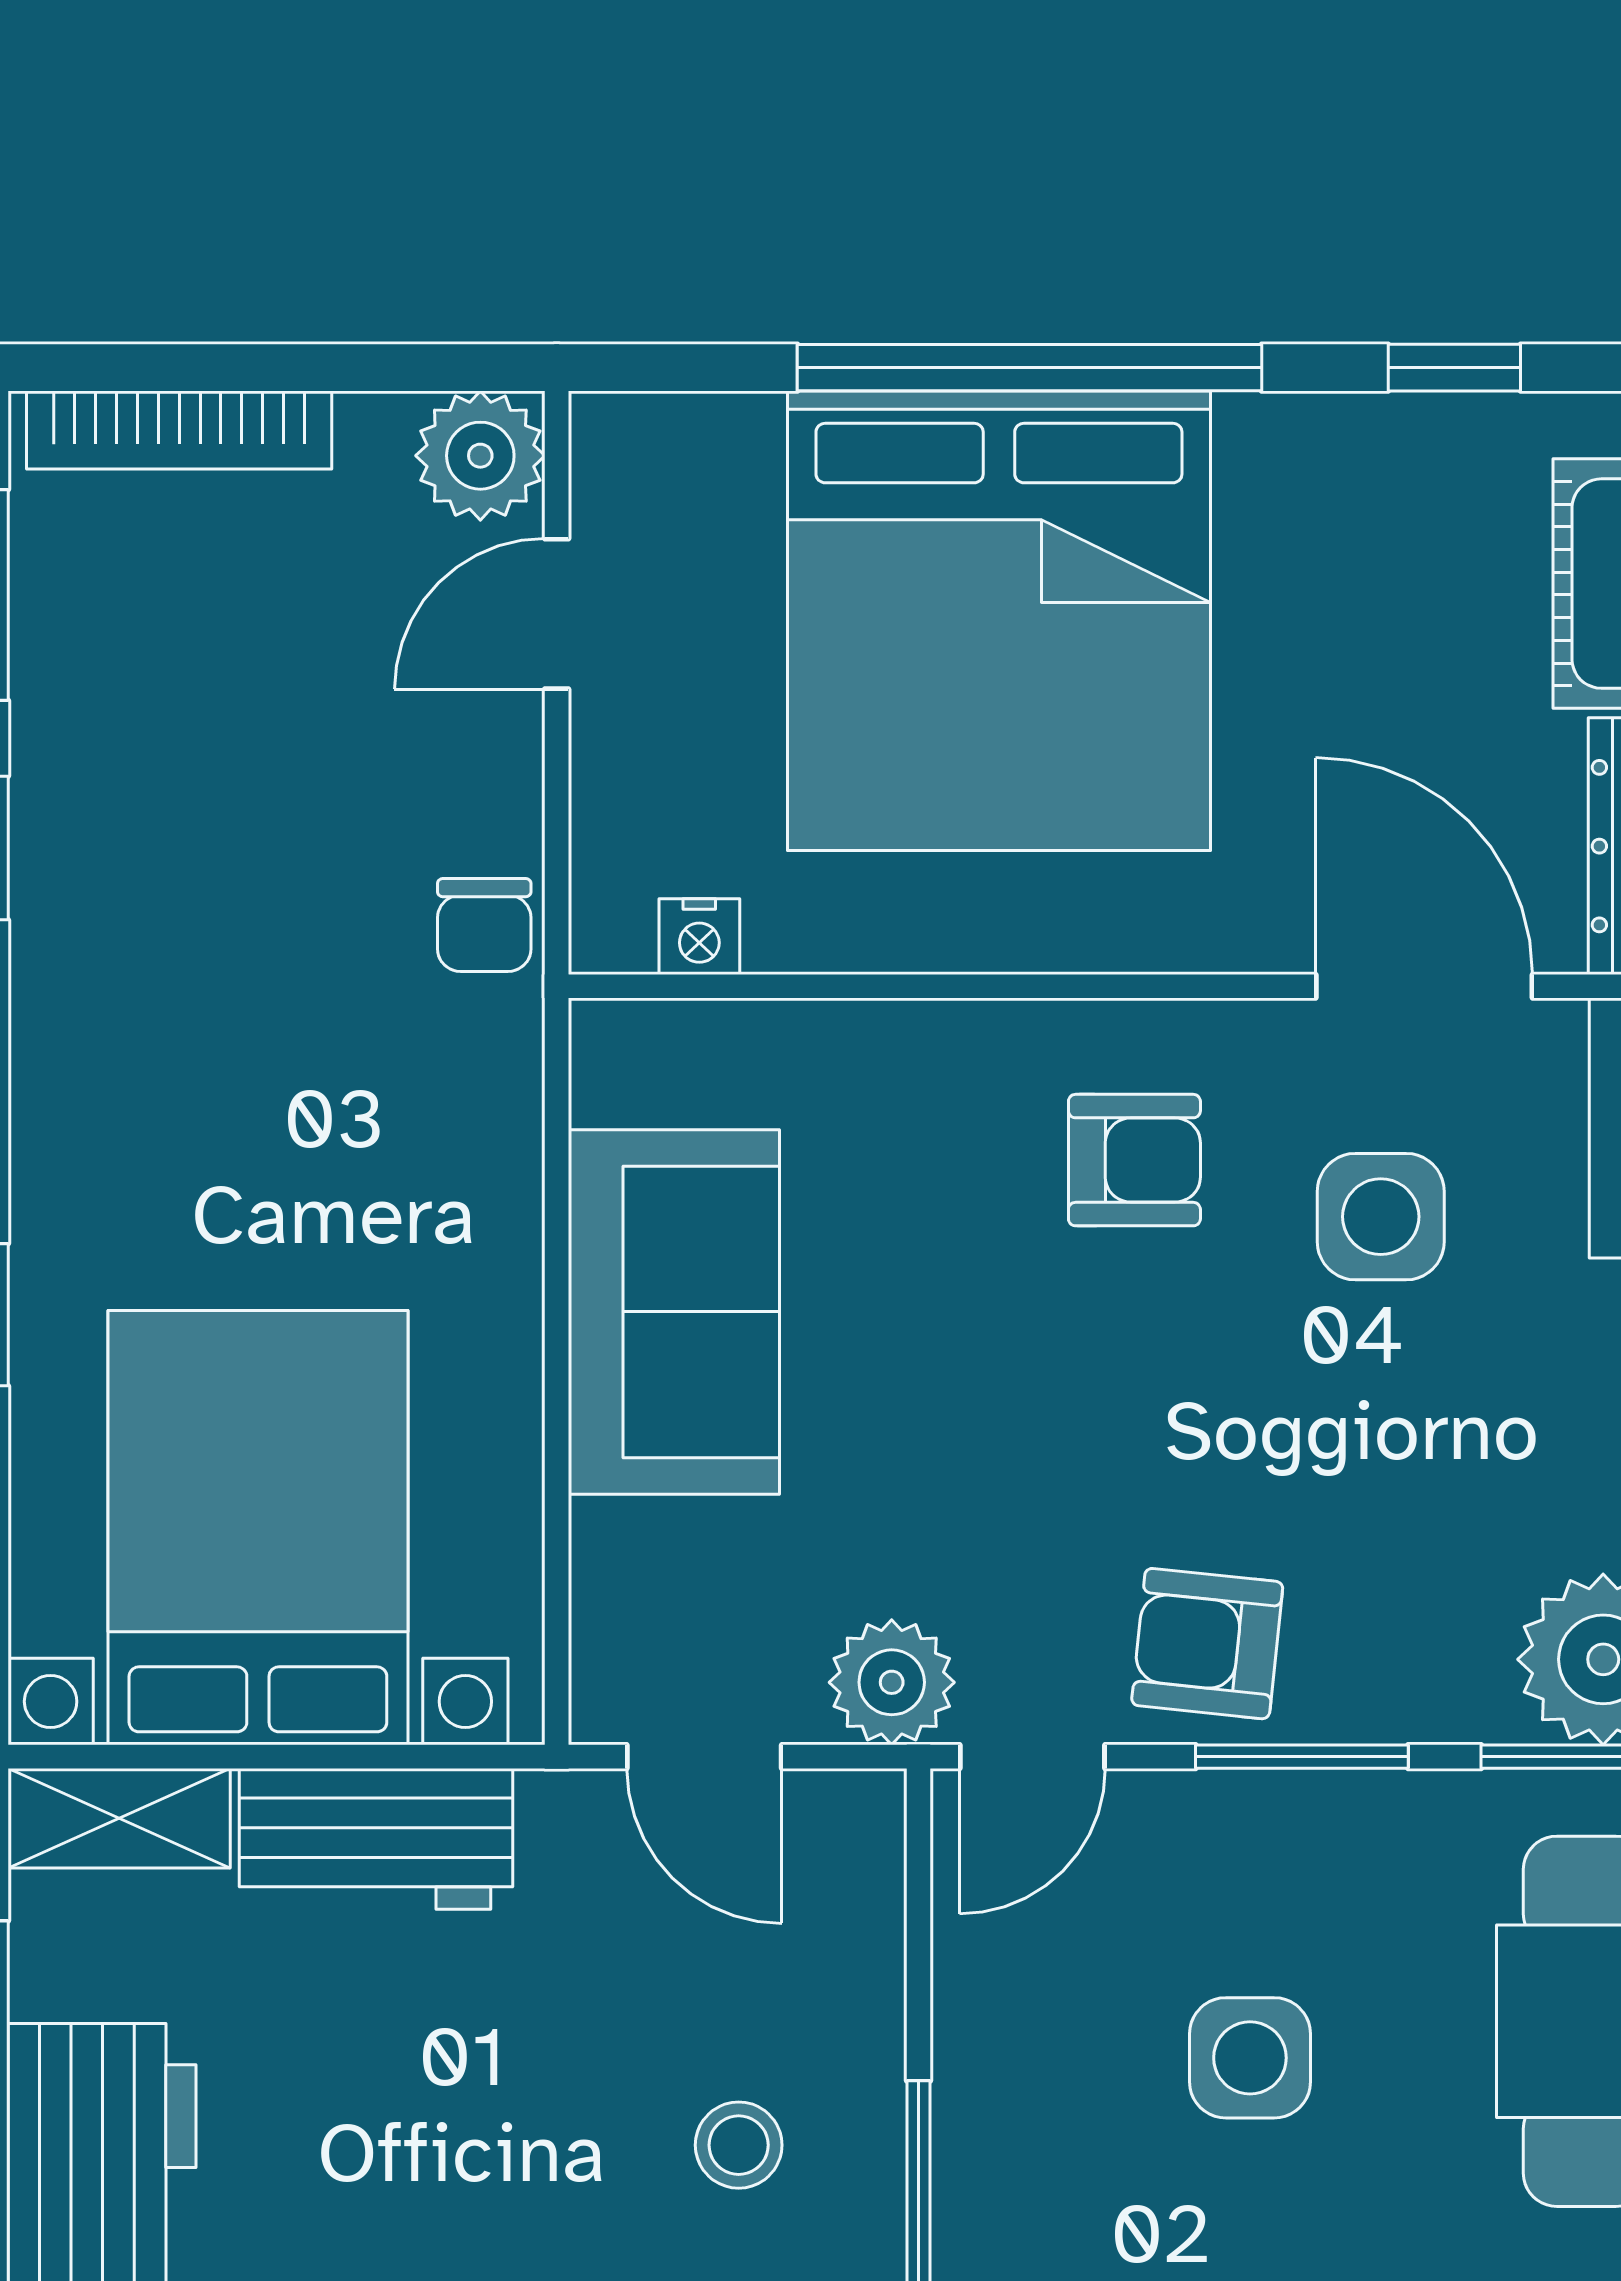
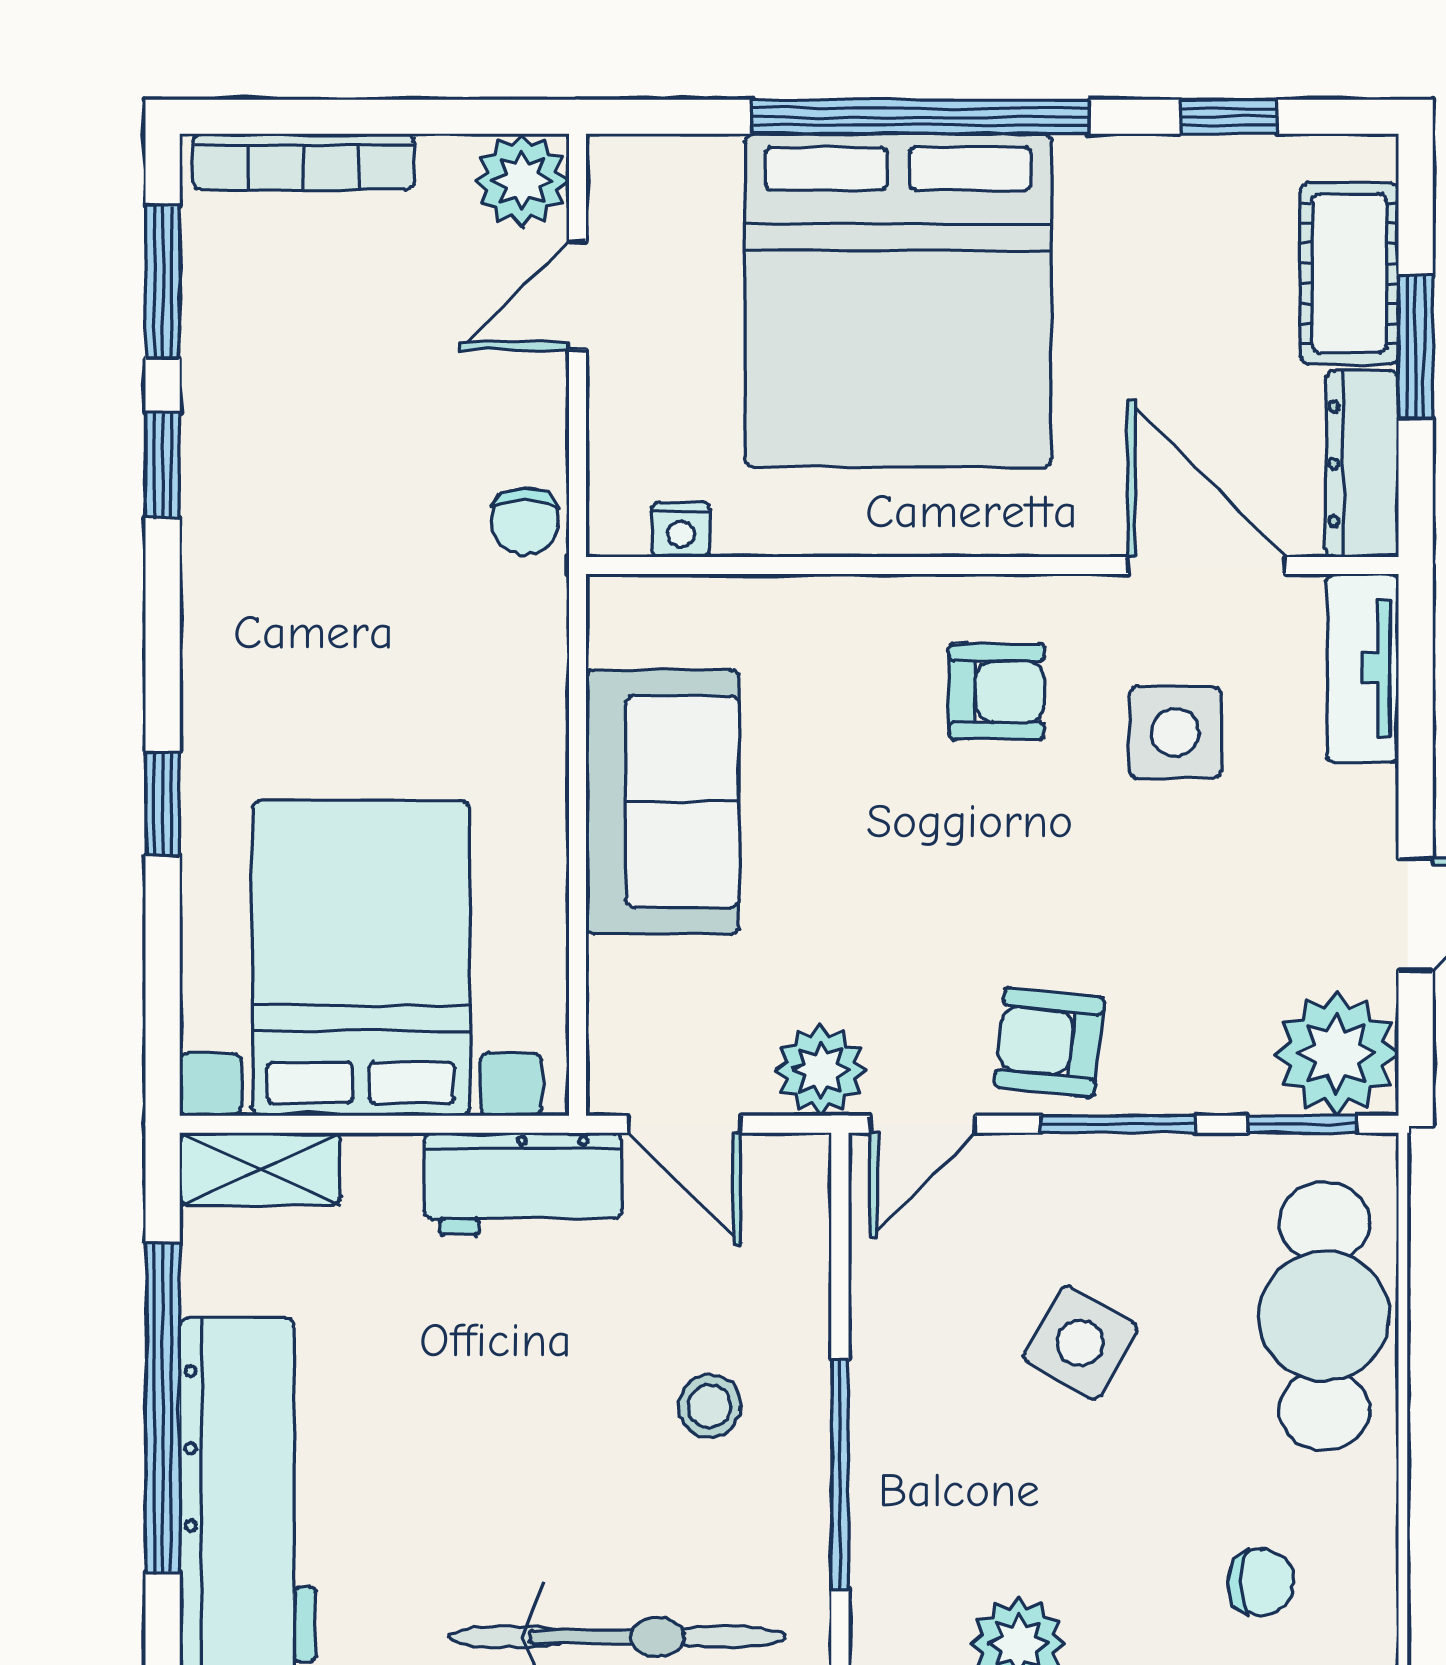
workbench: (376, 1839) -> (523, 1184), moved
side table: (1250, 2058) -> (1080, 1343), turned 30

